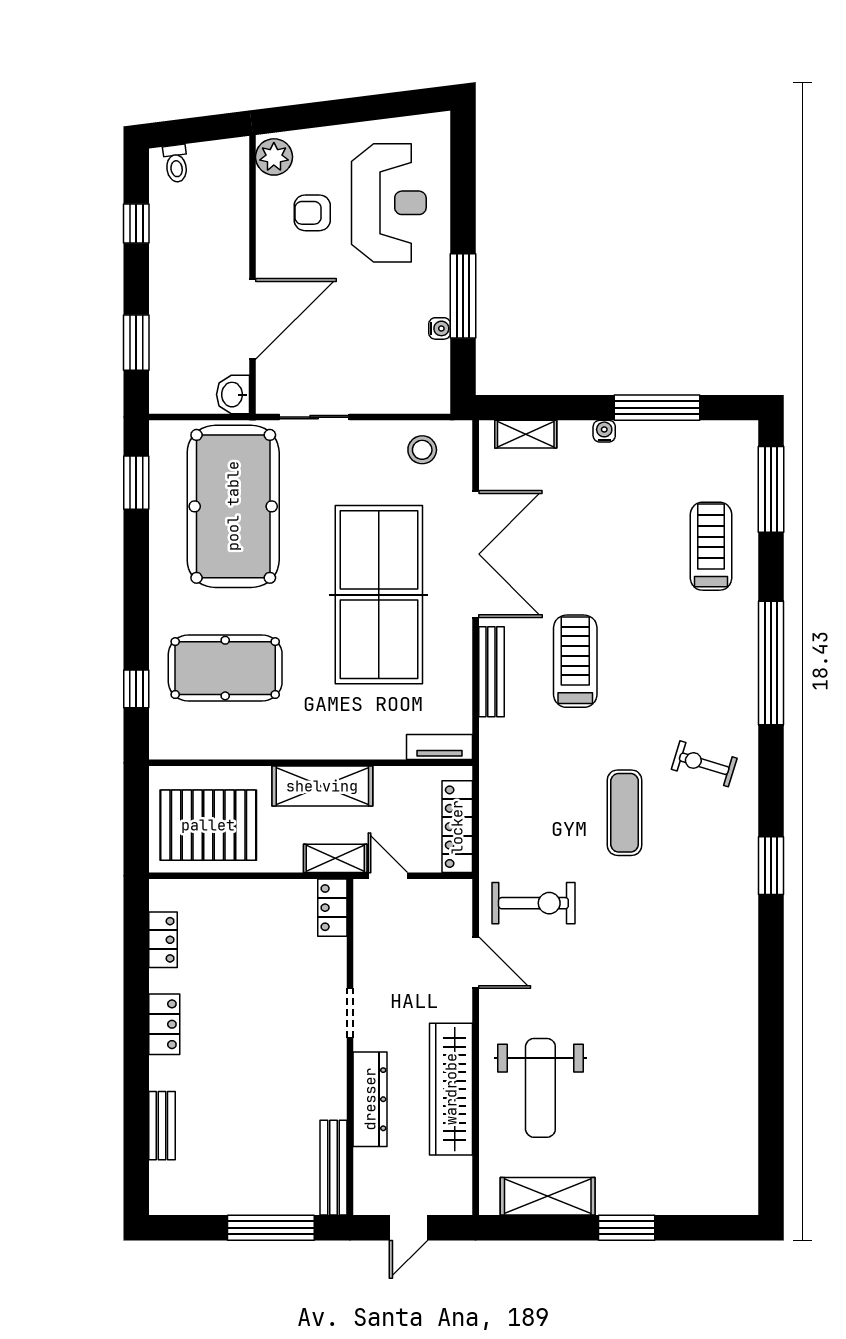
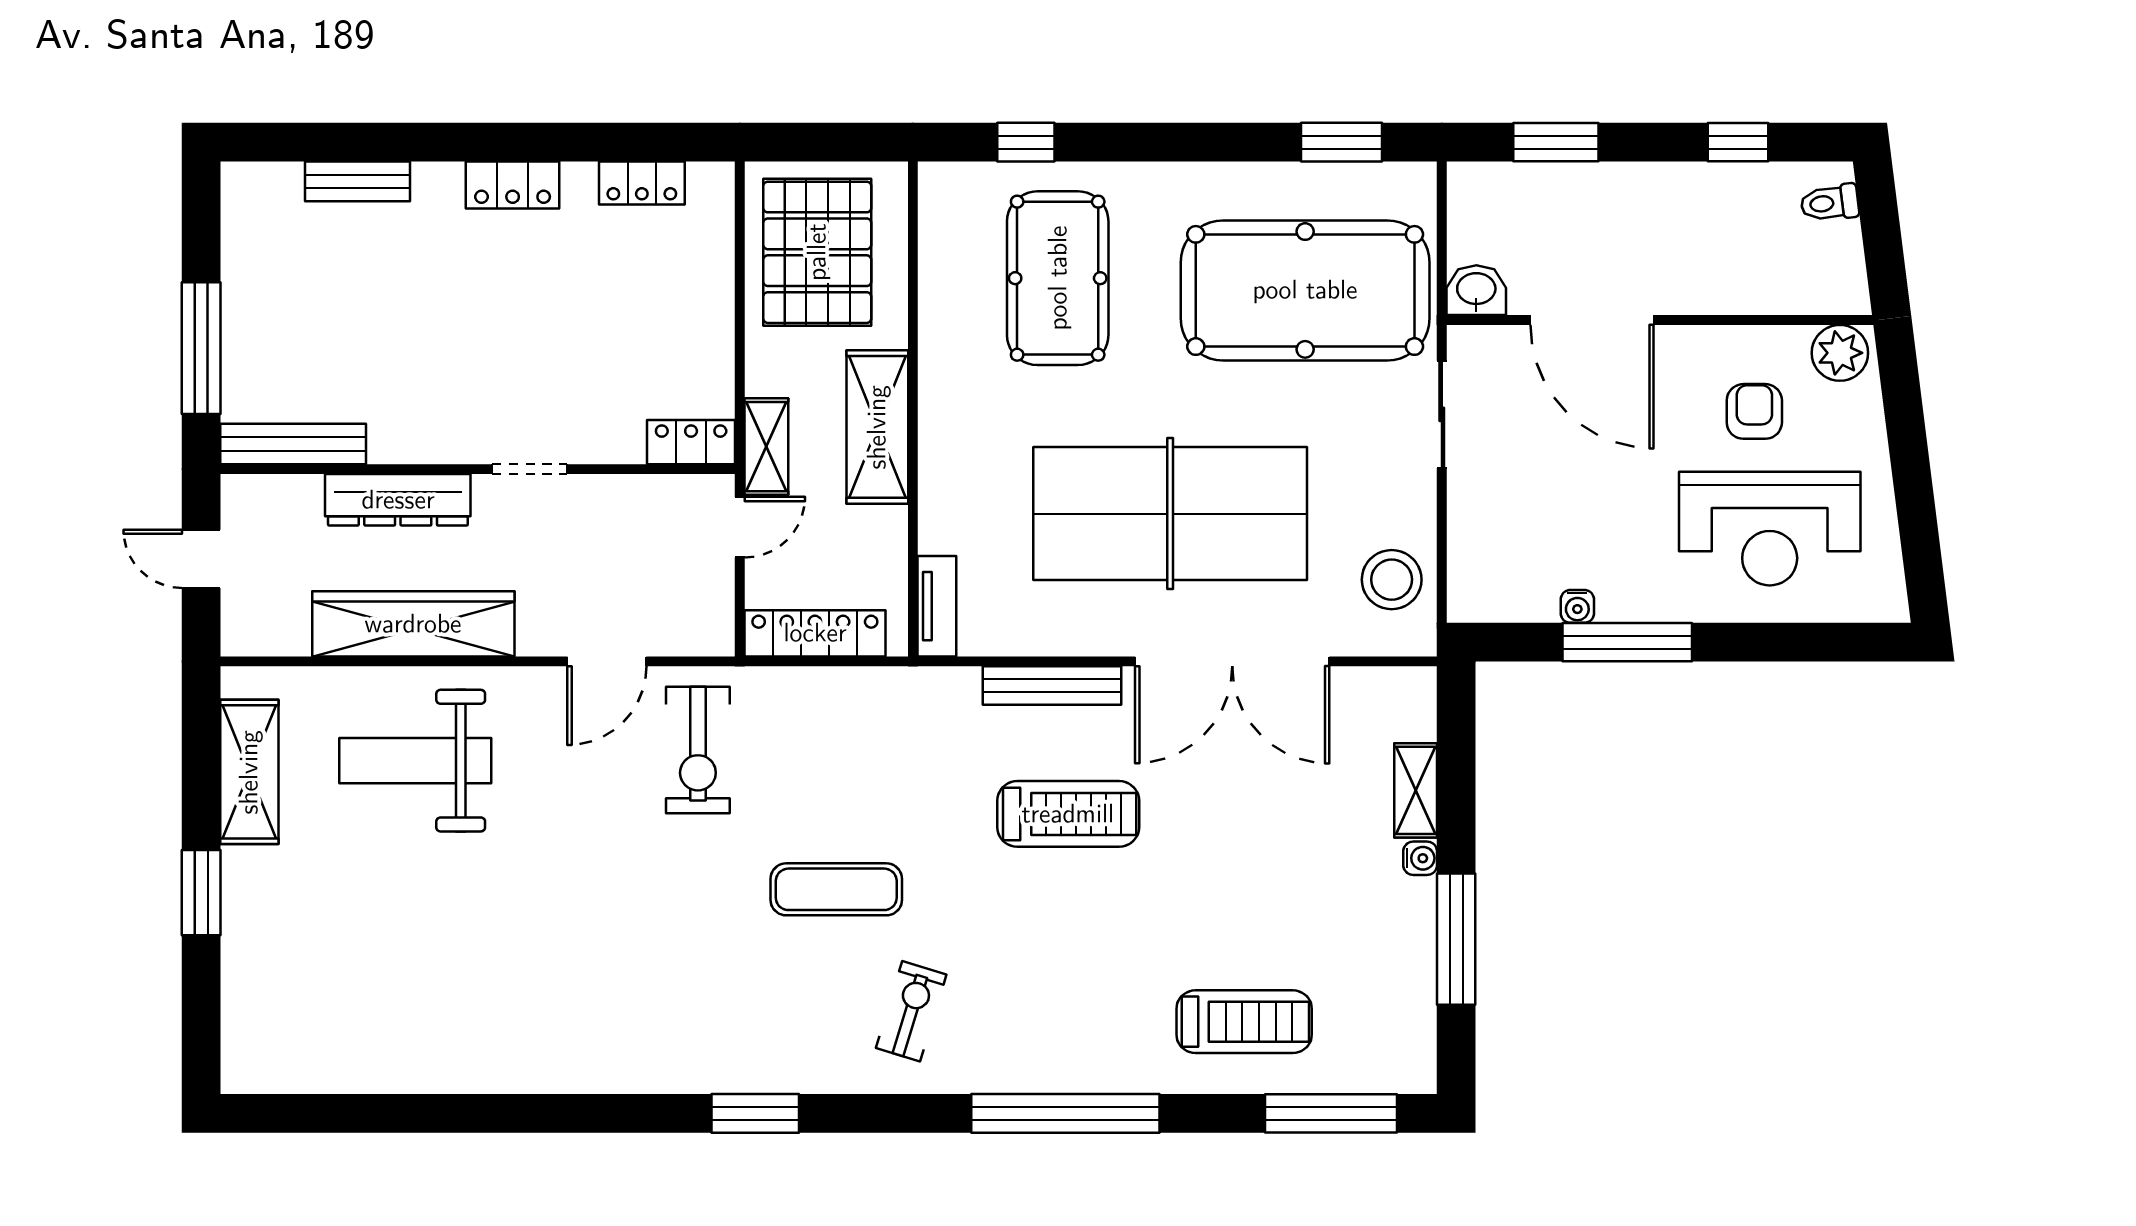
shelving: (526, 434) -> (1416, 790), moved
stool: (422, 450) -> (1392, 580), width x1.38, depth x1.38

